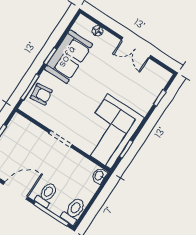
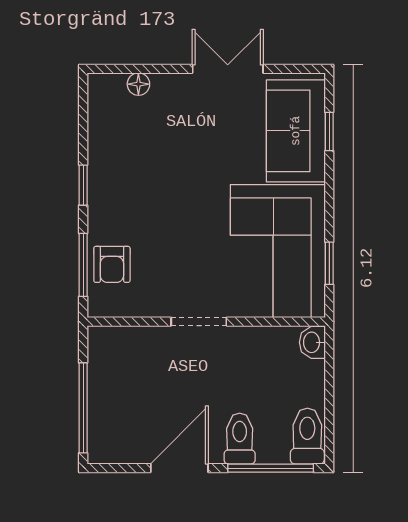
double door: (136, 48) -> (228, 69), swing flipped
sofa: (68, 57) -> (296, 131), moved, turned 180
armchair: (41, 94) -> (112, 264), turned 97

